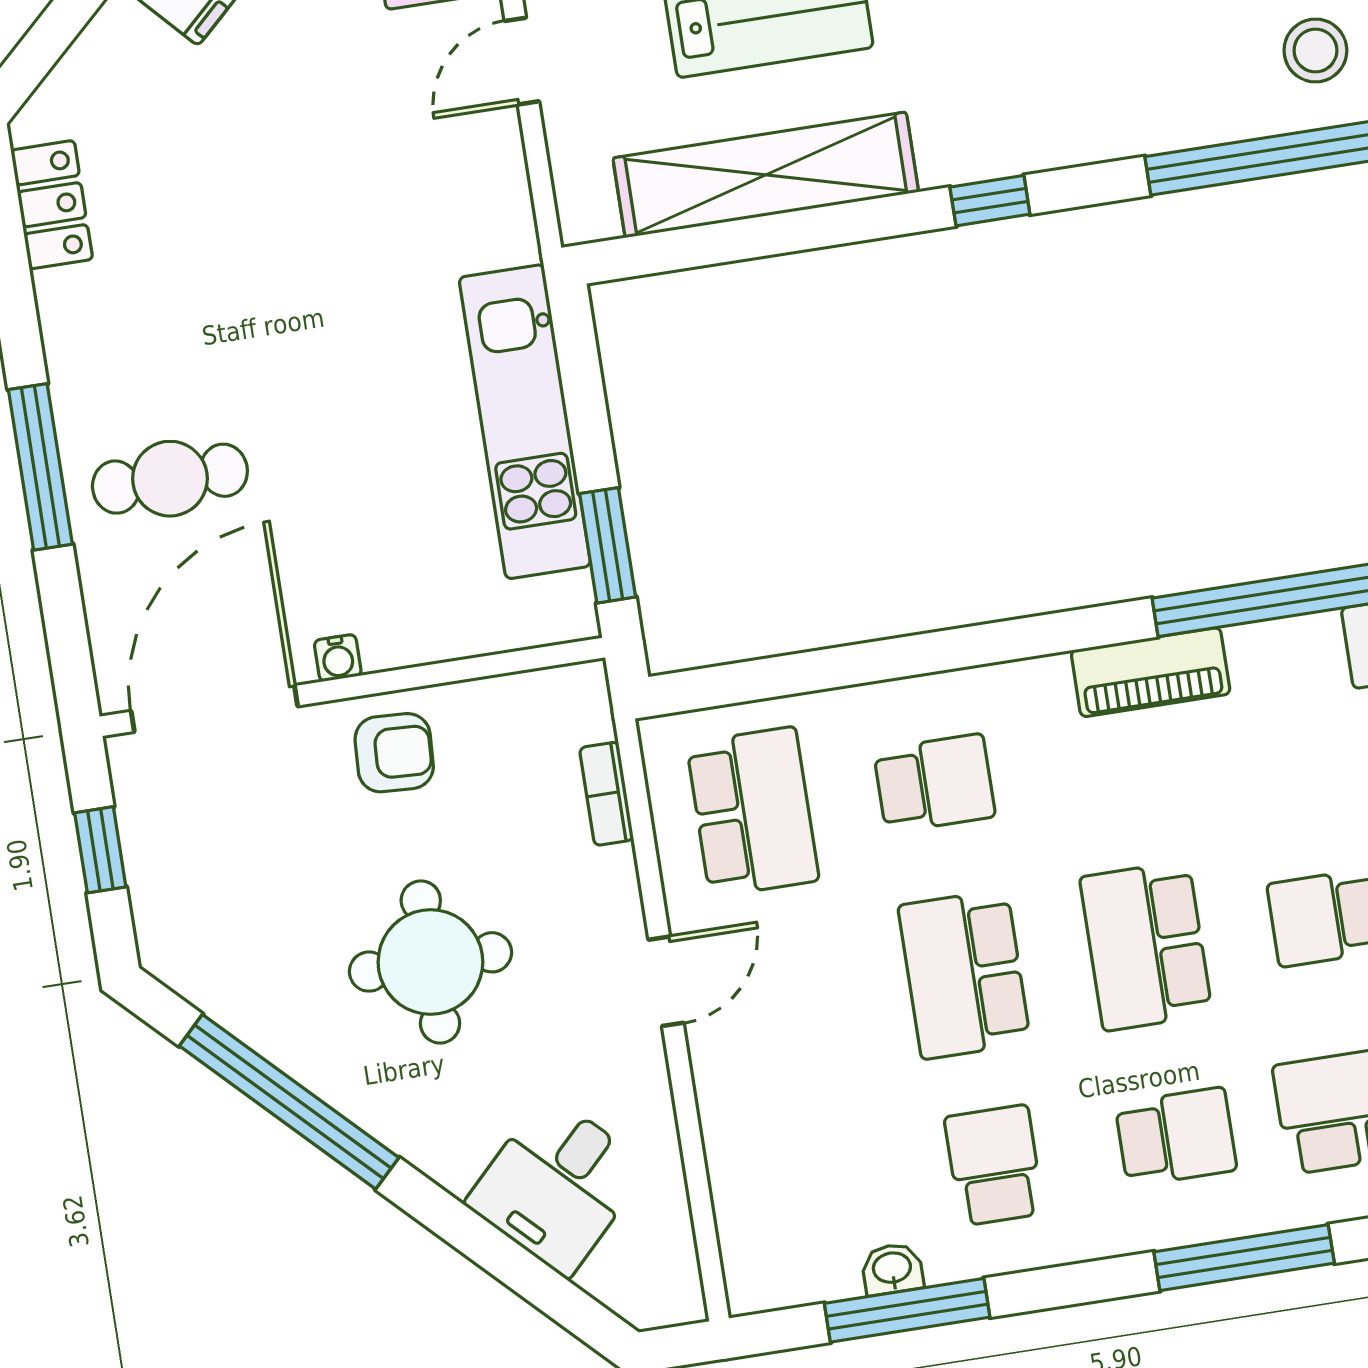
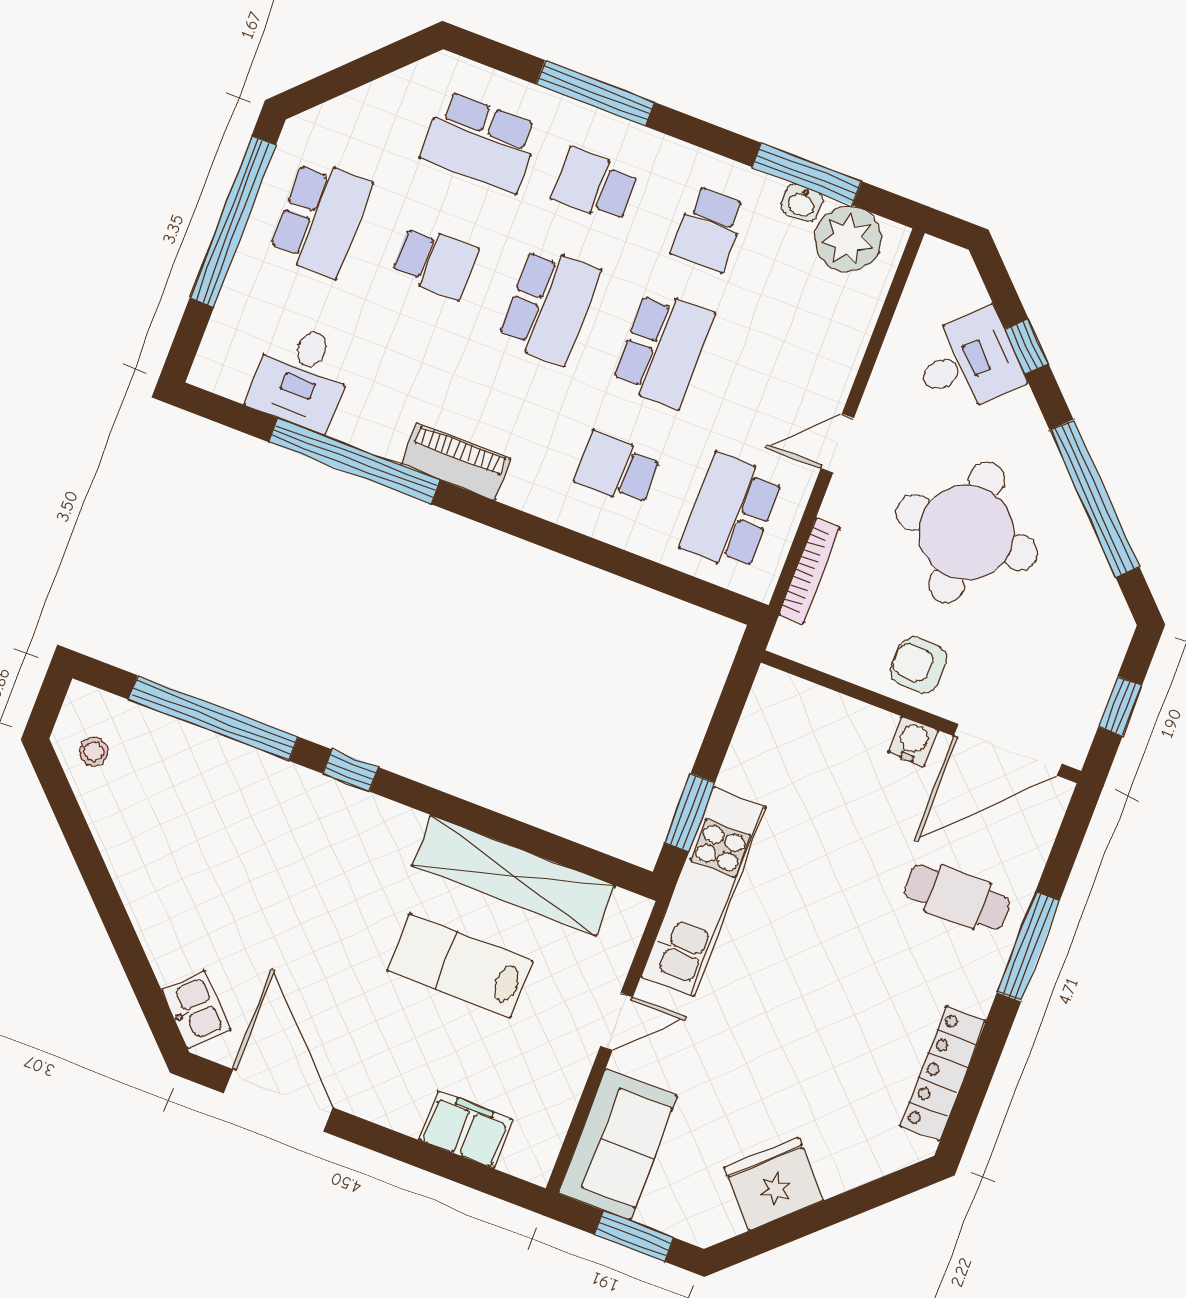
stool: (1315, 50) -> (156, 766), removed
window: (990, 201) -> (351, 770), moved
locker: (52, 205) -> (943, 1073), width x1.53
kitchen unit: (525, 422) -> (704, 892), moved
window: (608, 545) -> (690, 812), moved
water cooler: (338, 658) -> (913, 741), width x1.38, depth x1.38
bookcase: (607, 794) -> (810, 571), width x1.56
round table: (430, 962) -> (967, 532), width x1.36, depth x1.36
window: (491, 1249) -> (1026, 347), added
plant: (805, 1256) -> (848, 239), added

